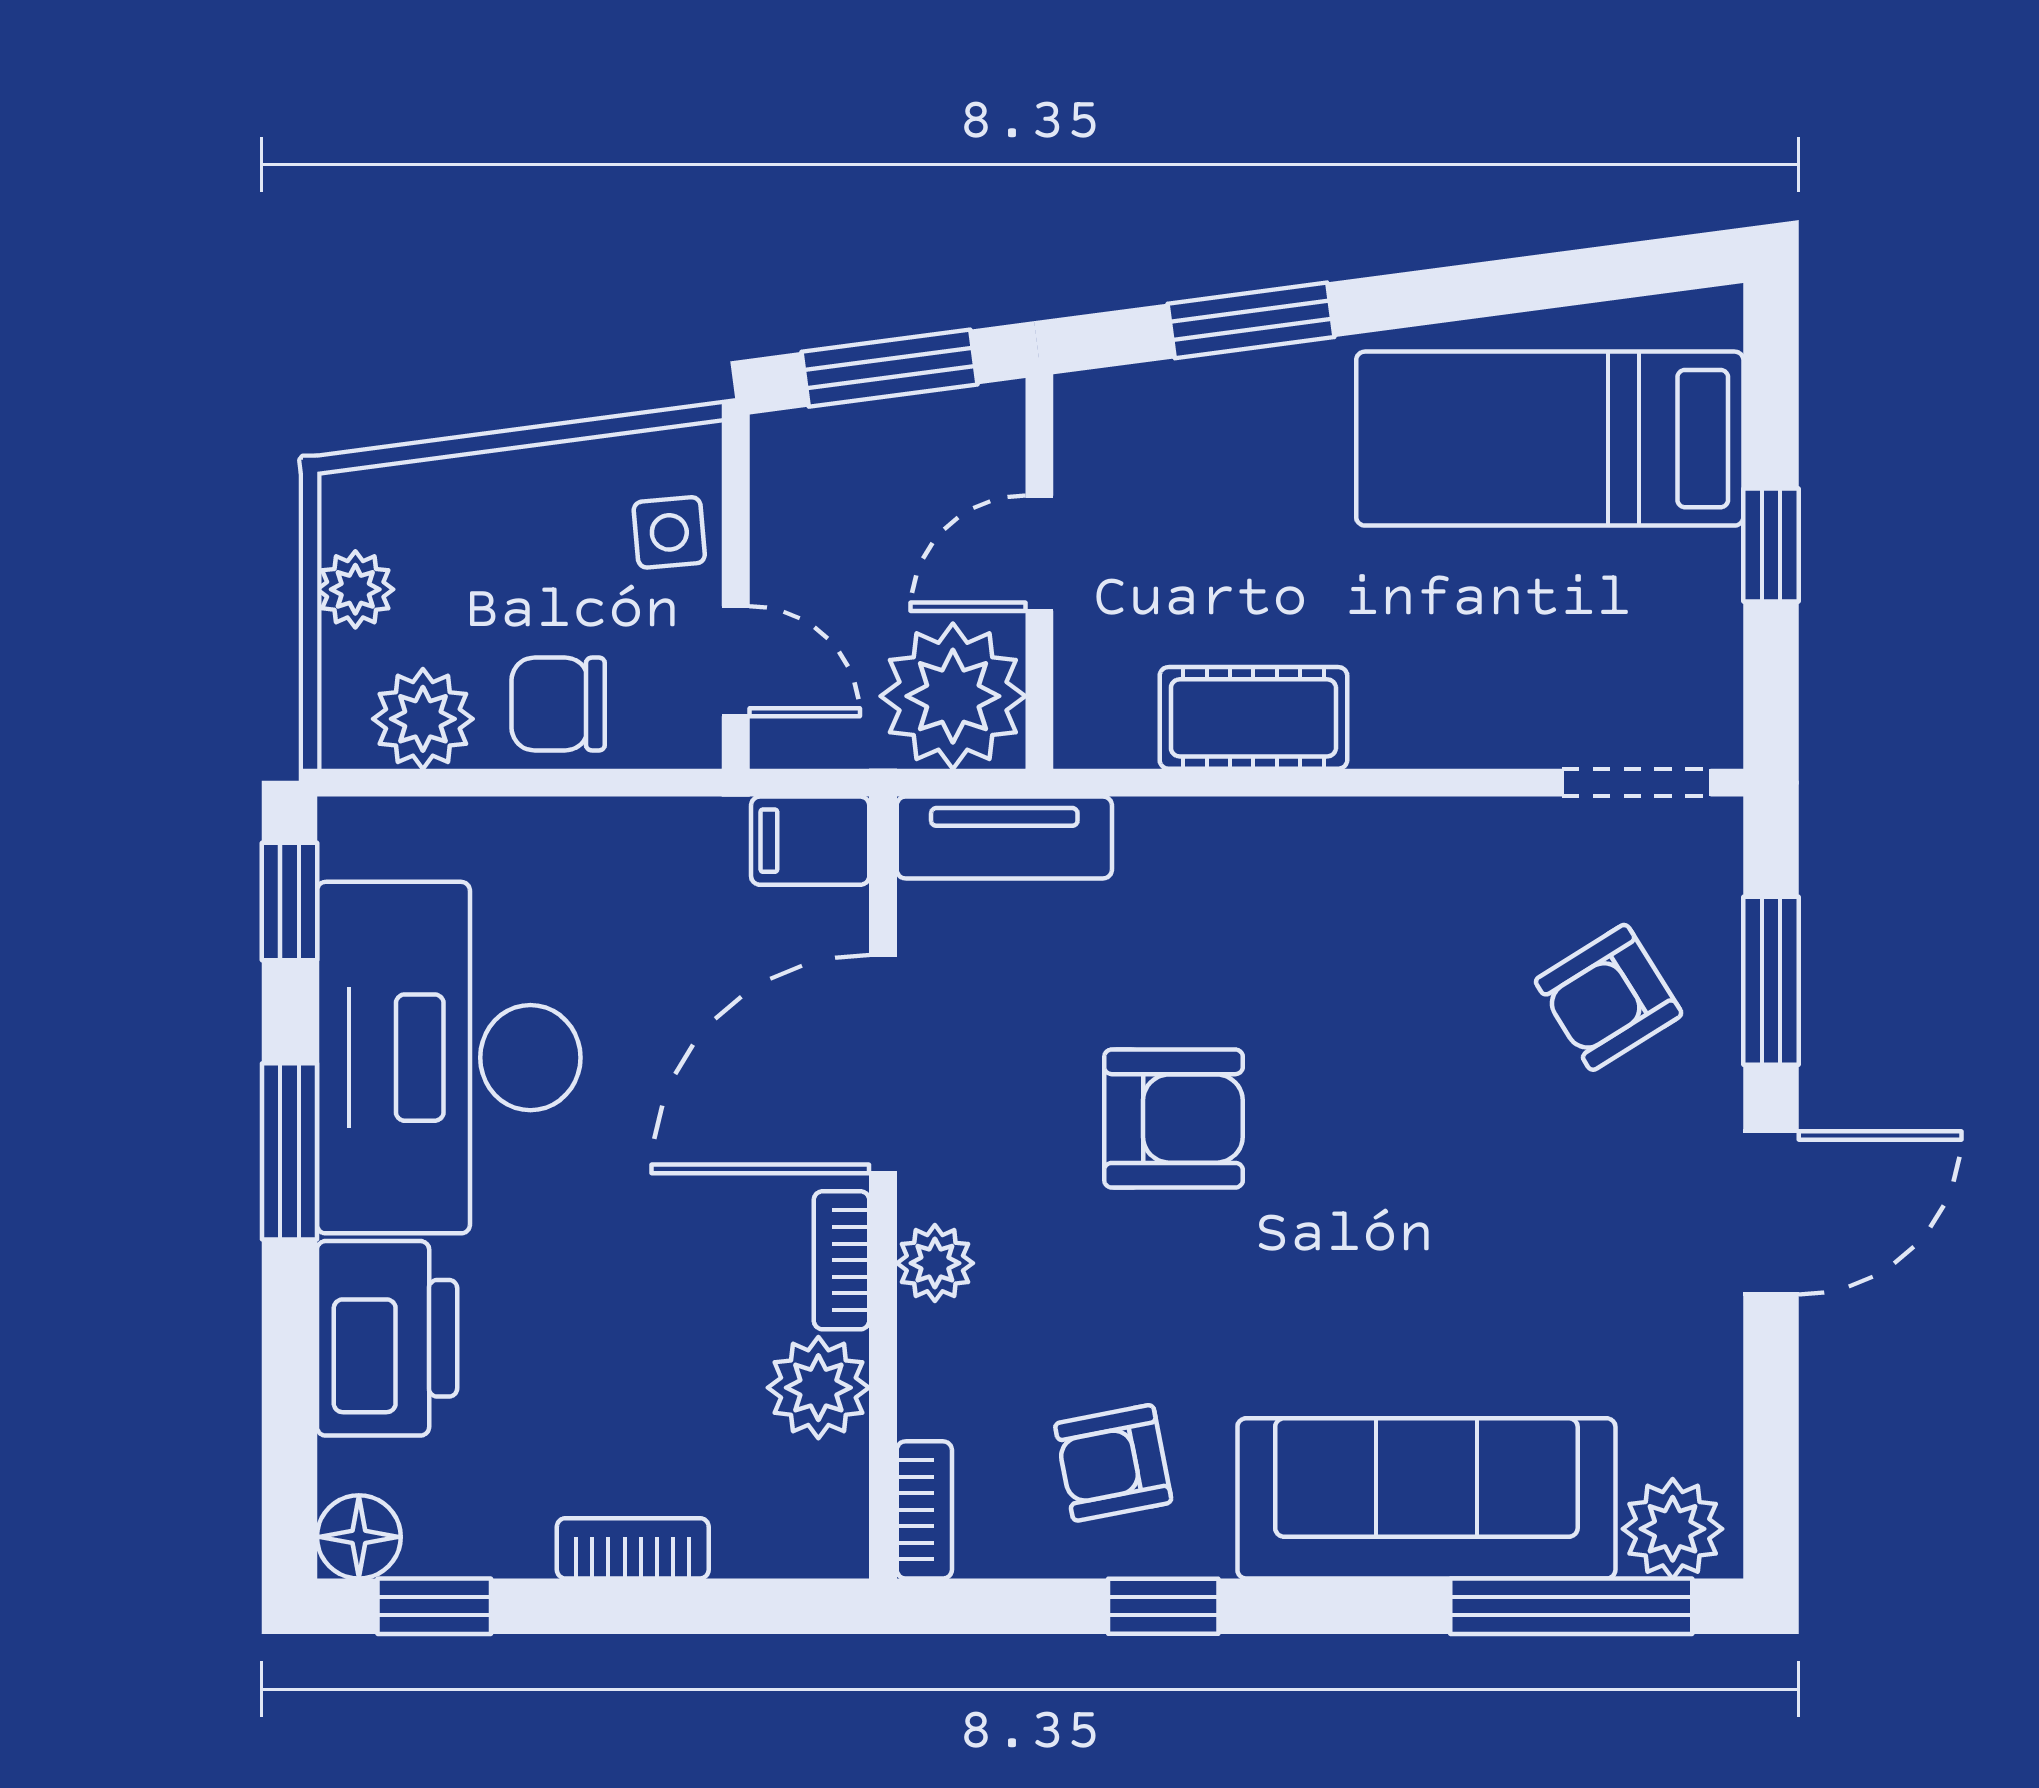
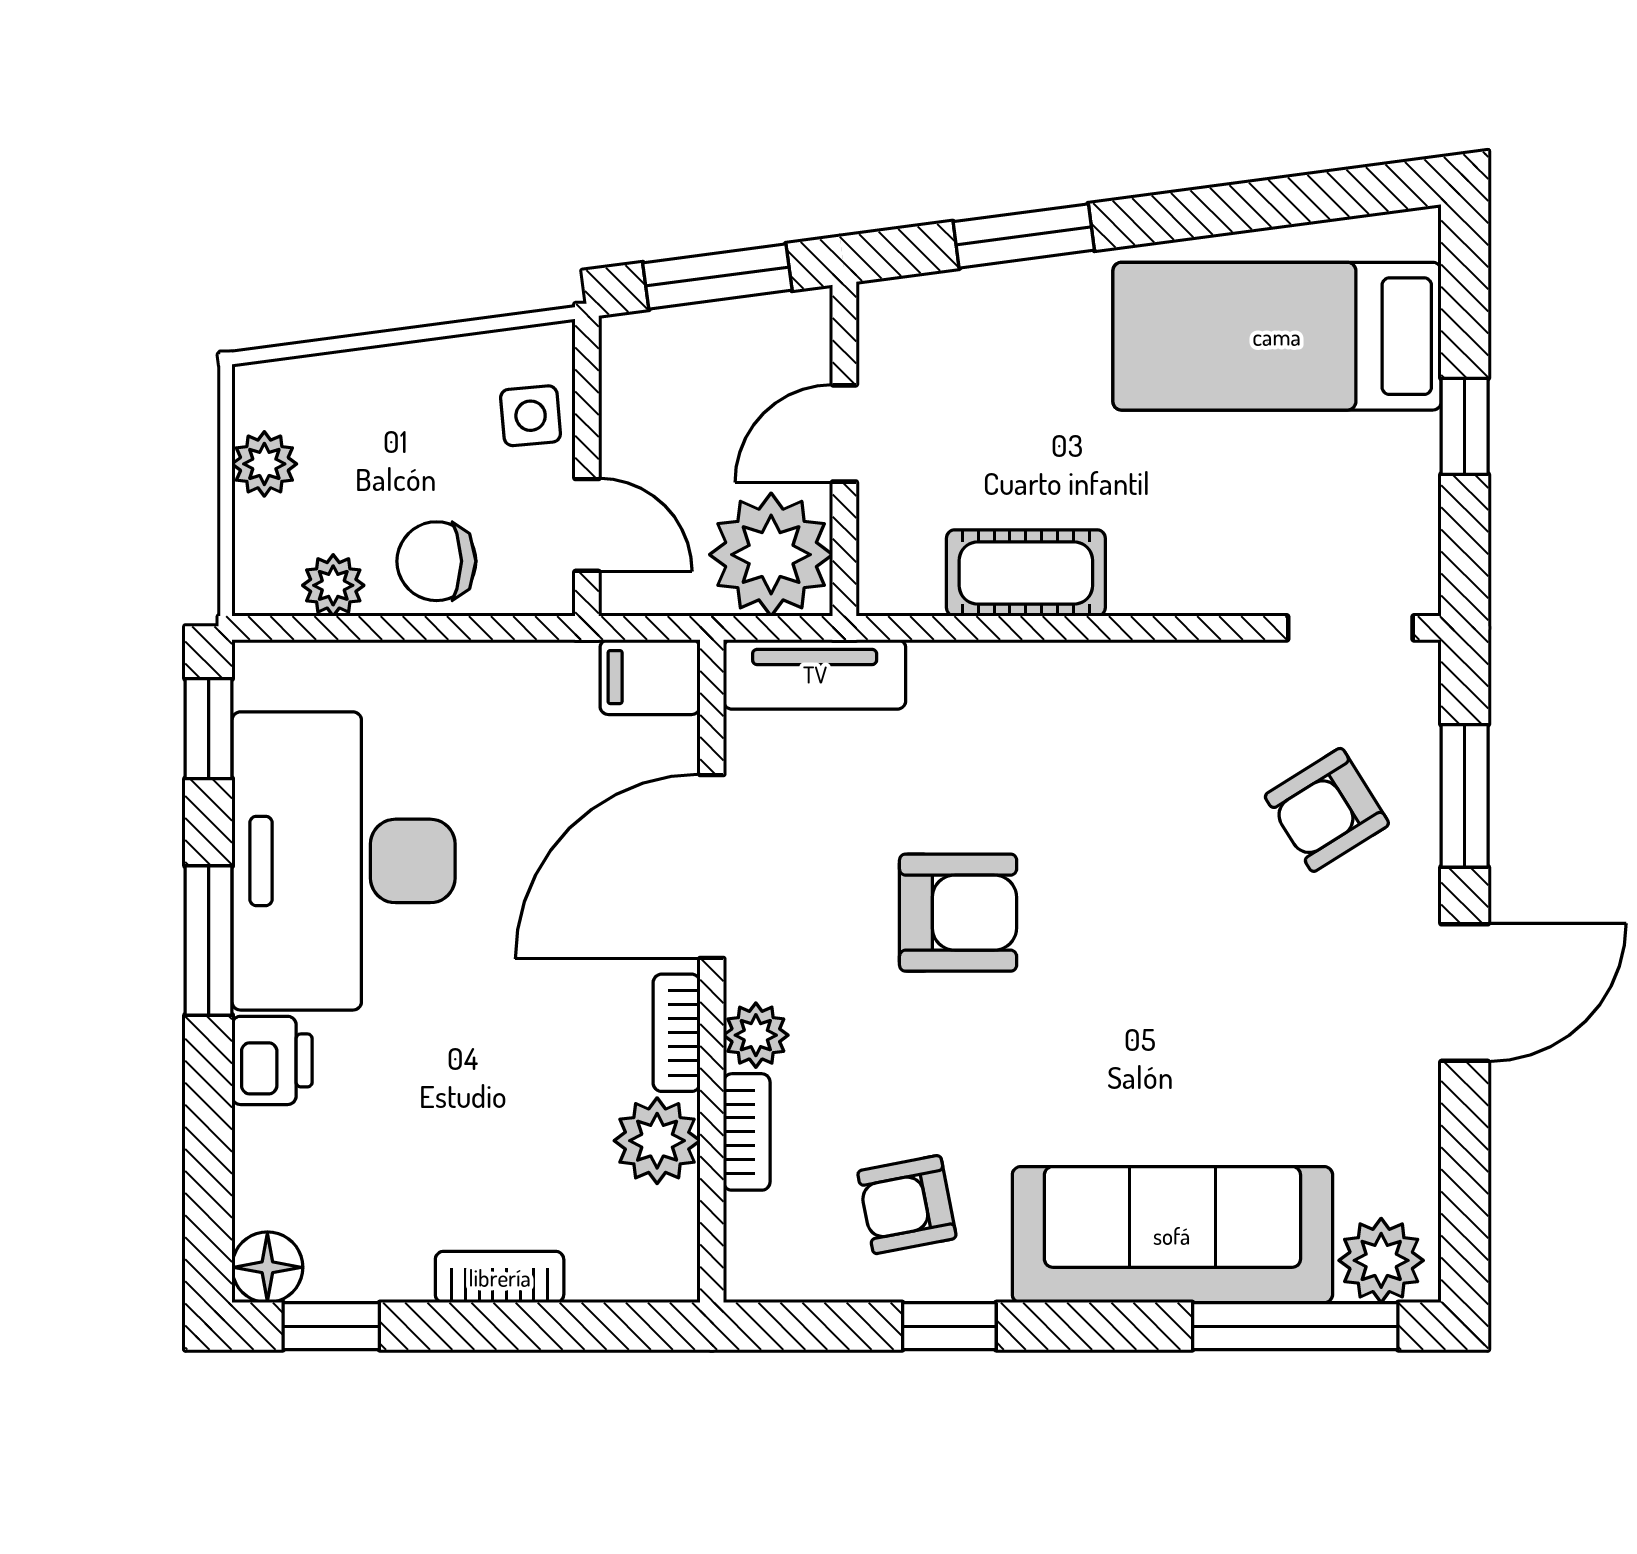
plant: (423, 719) -> (333, 585), width x0.73, depth x0.73
printer: (387, 1338) -> (272, 1060), width x0.53, depth x0.68
bookcase: (924, 1510) -> (747, 1132), moved

